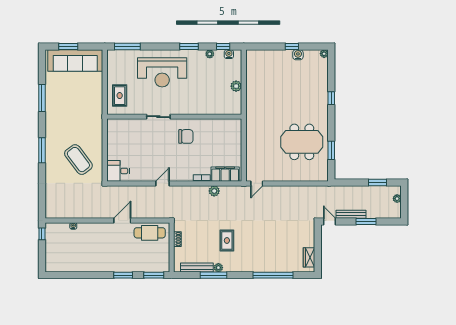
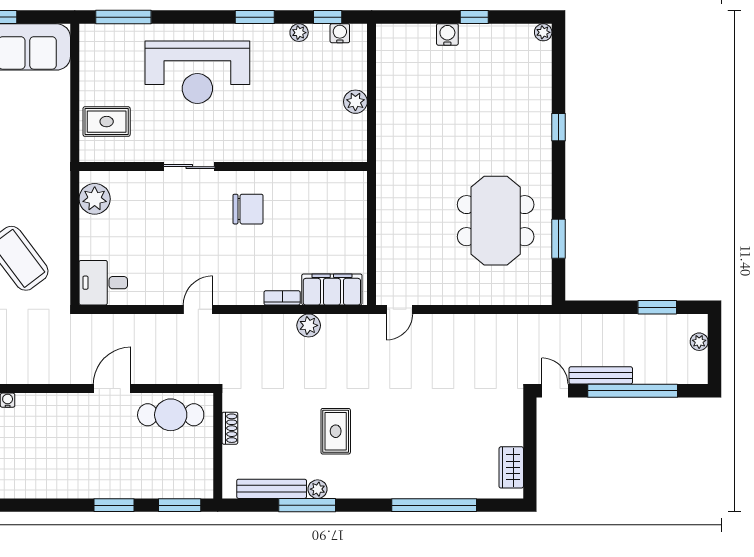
water cooler: (298, 55) -> (447, 34), moved
rug: (120, 96) -> (107, 122), turned 90
plant: (114, 132) -> (95, 199), added
meeting table: (302, 142) -> (496, 221), turned 90
window: (366, 222) -> (633, 391), width x2.11

